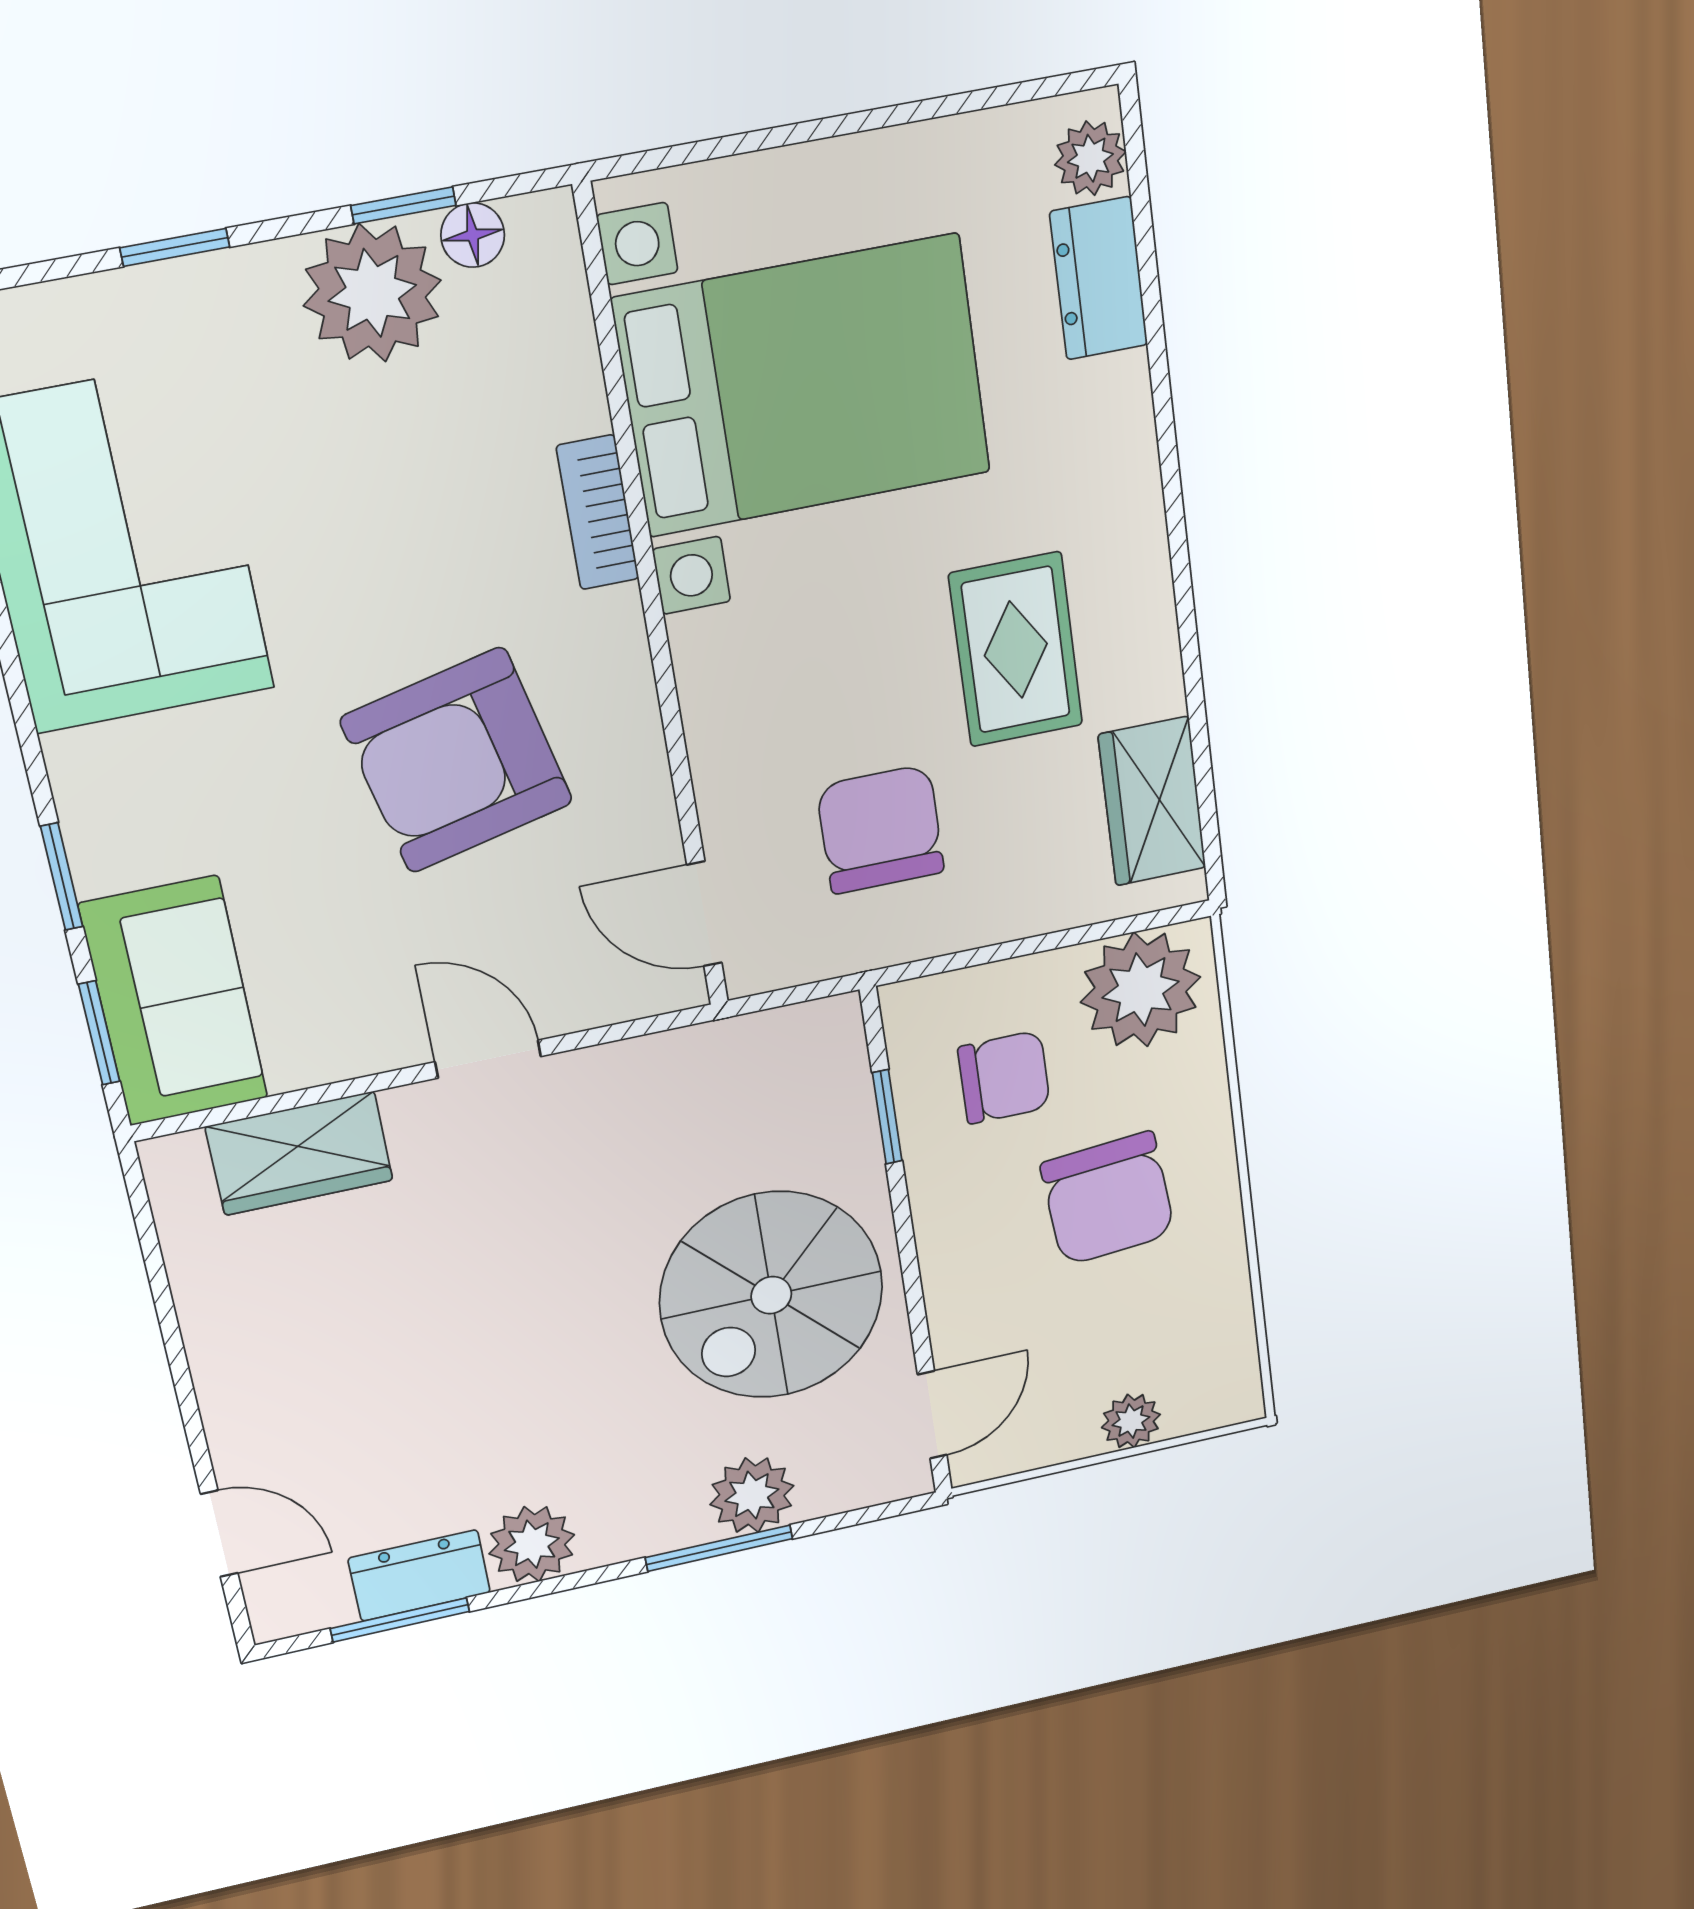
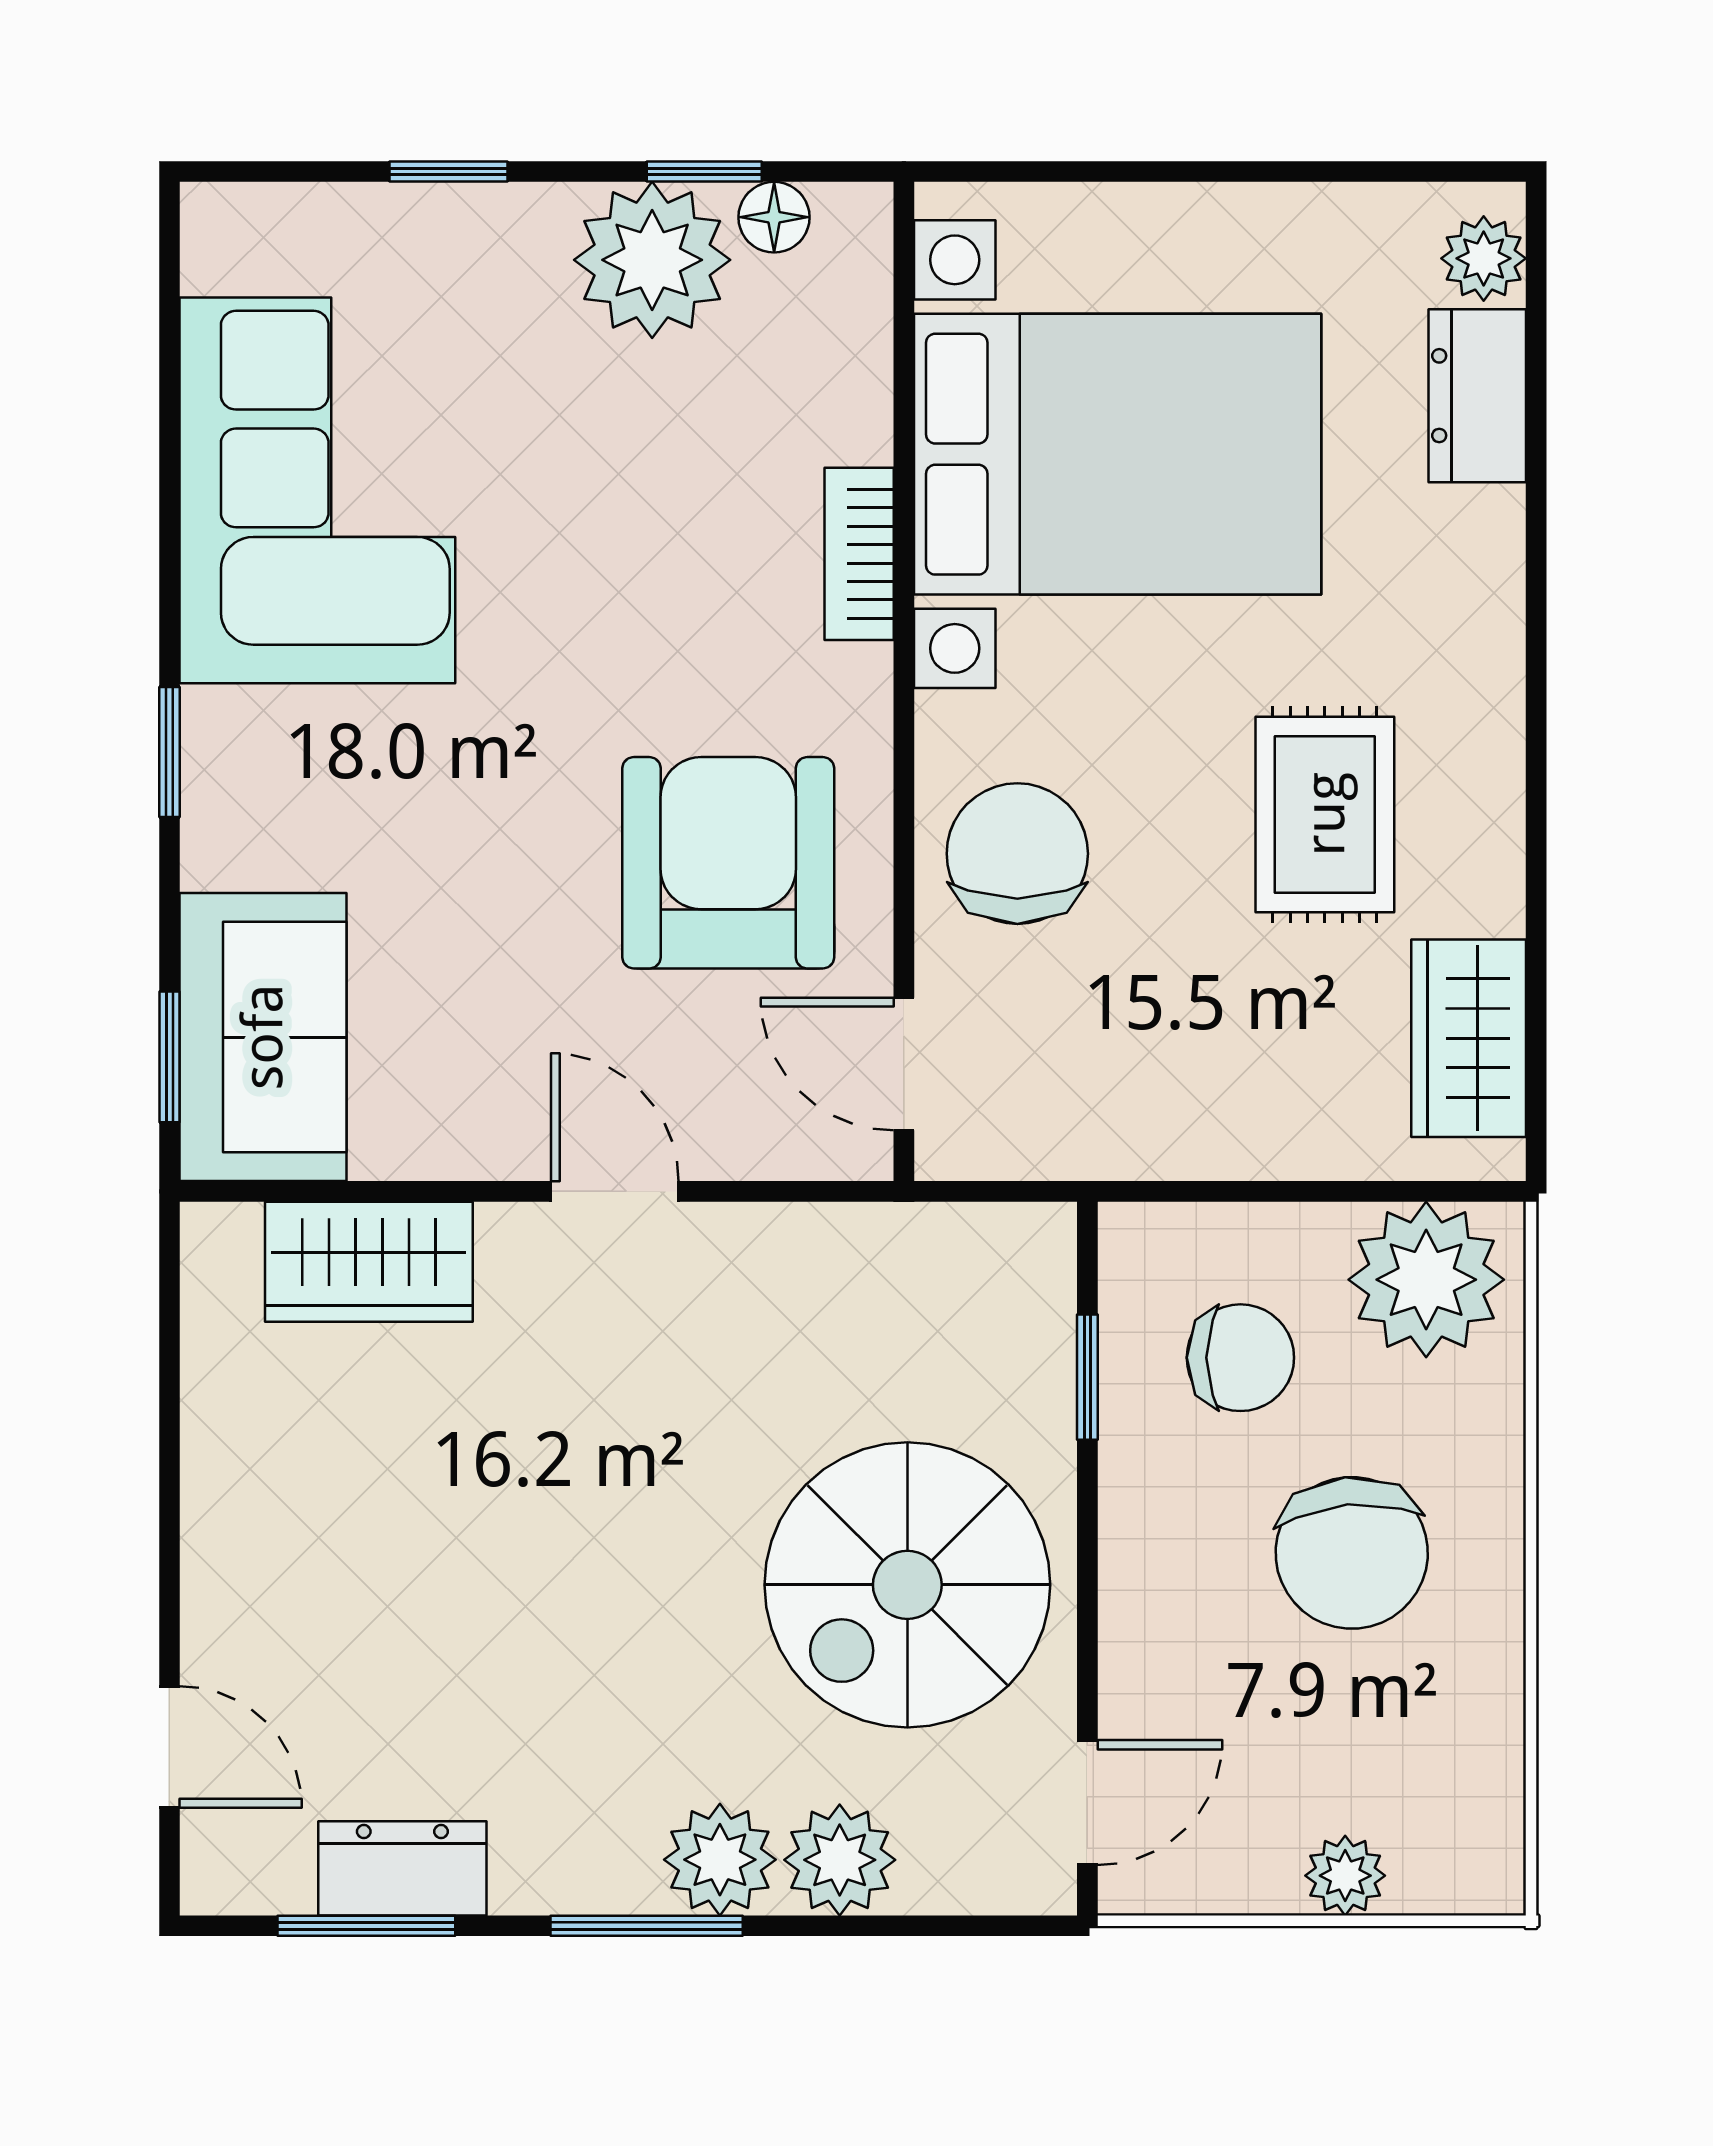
armchair: (457, 761) -> (728, 863), moved, turned 103
chair: (881, 829) -> (1017, 854), moved
window: (62, 876) -> (169, 752), moved
plant: (532, 1544) -> (720, 1860), moved
window: (719, 1548) -> (647, 1926), moved

